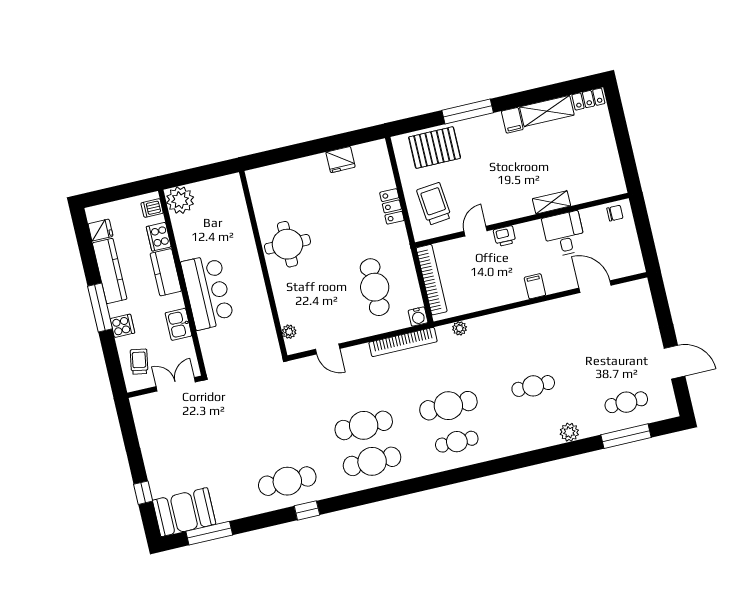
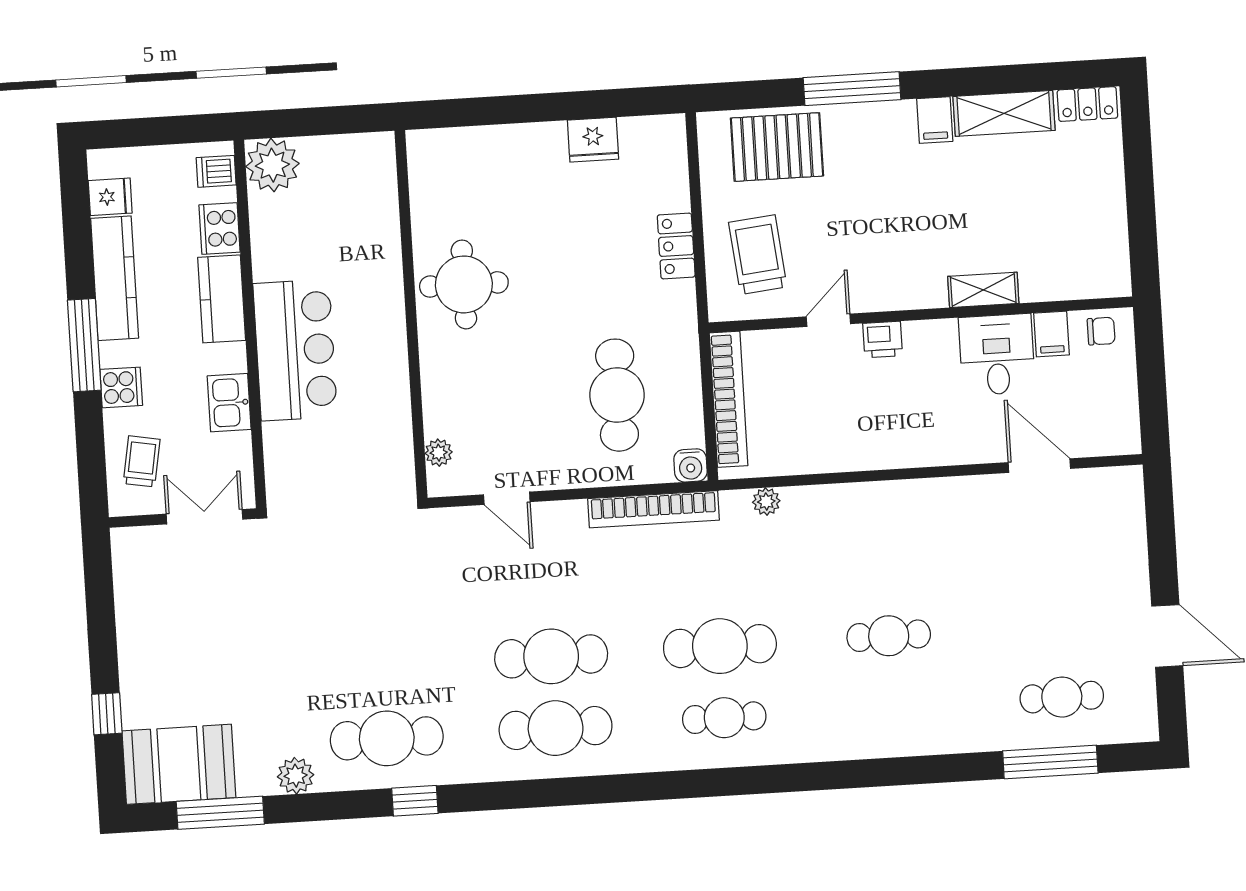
filing cabinet: (535, 286) -> (1051, 334), moved, turned 180
plant: (569, 432) -> (296, 776), moved

